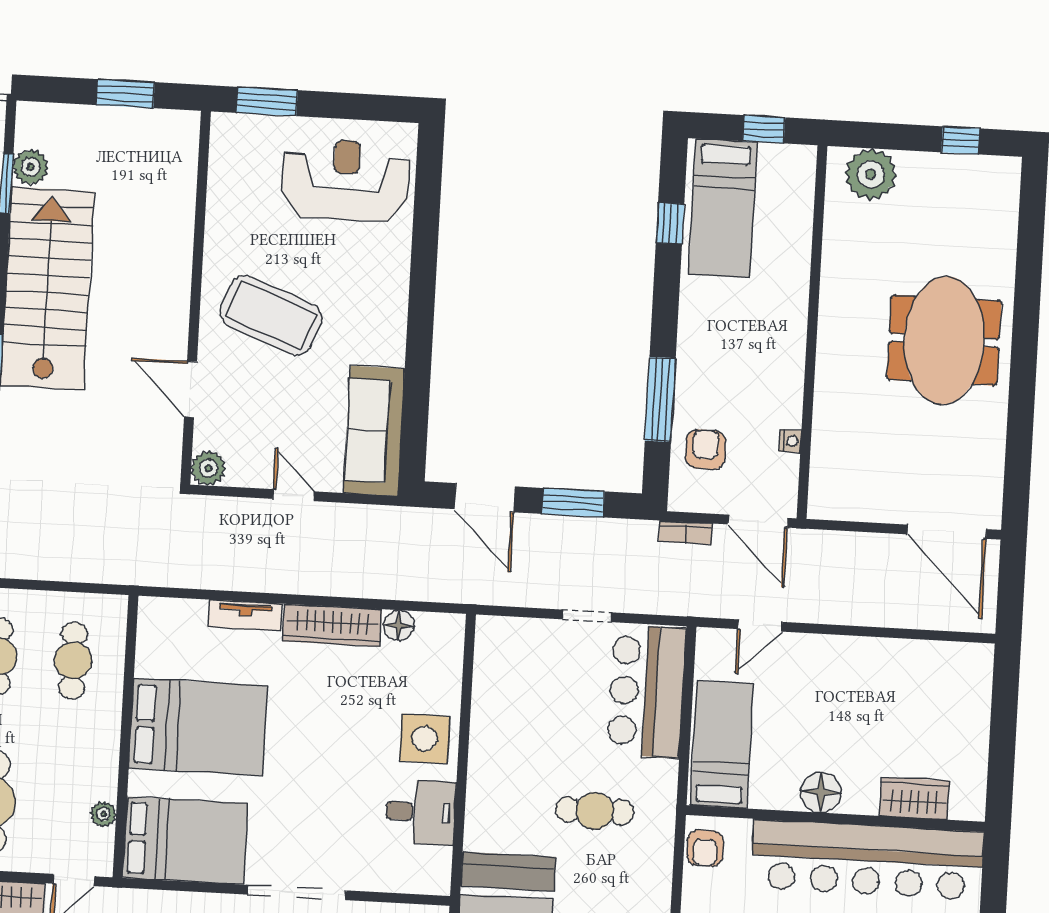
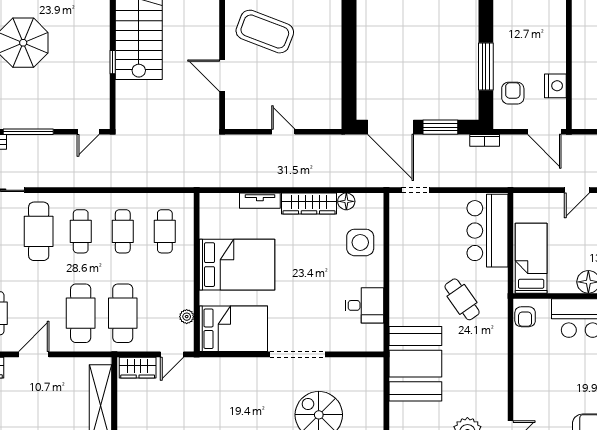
sofa: (374, 431) -> (326, 93), removed
nightstand: (790, 441) -> (555, 86), width x1.89, depth x1.79
plant: (208, 468) -> (235, 119), removed
door: (485, 498) -> (391, 127), width x1.36
bookcase: (686, 533) -> (485, 140), moved
doorway: (587, 616) -> (416, 190), moved
door: (760, 625) -> (577, 190), moved
side table: (425, 739) -> (360, 242), moved
cafe table: (595, 811) -> (462, 299), turned 55

